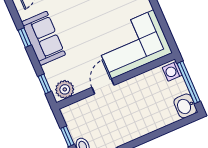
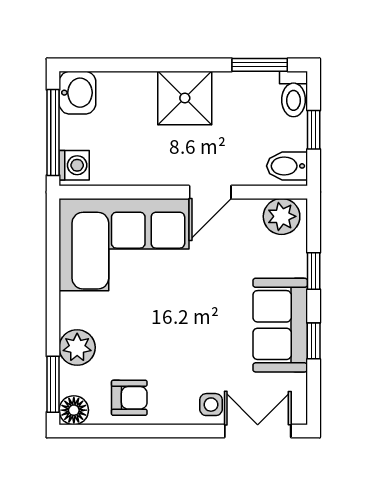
window: (45, 84) -> (314, 271), moved
bidet: (72, 114) -> (287, 166), added
shower: (134, 125) -> (185, 98), added

